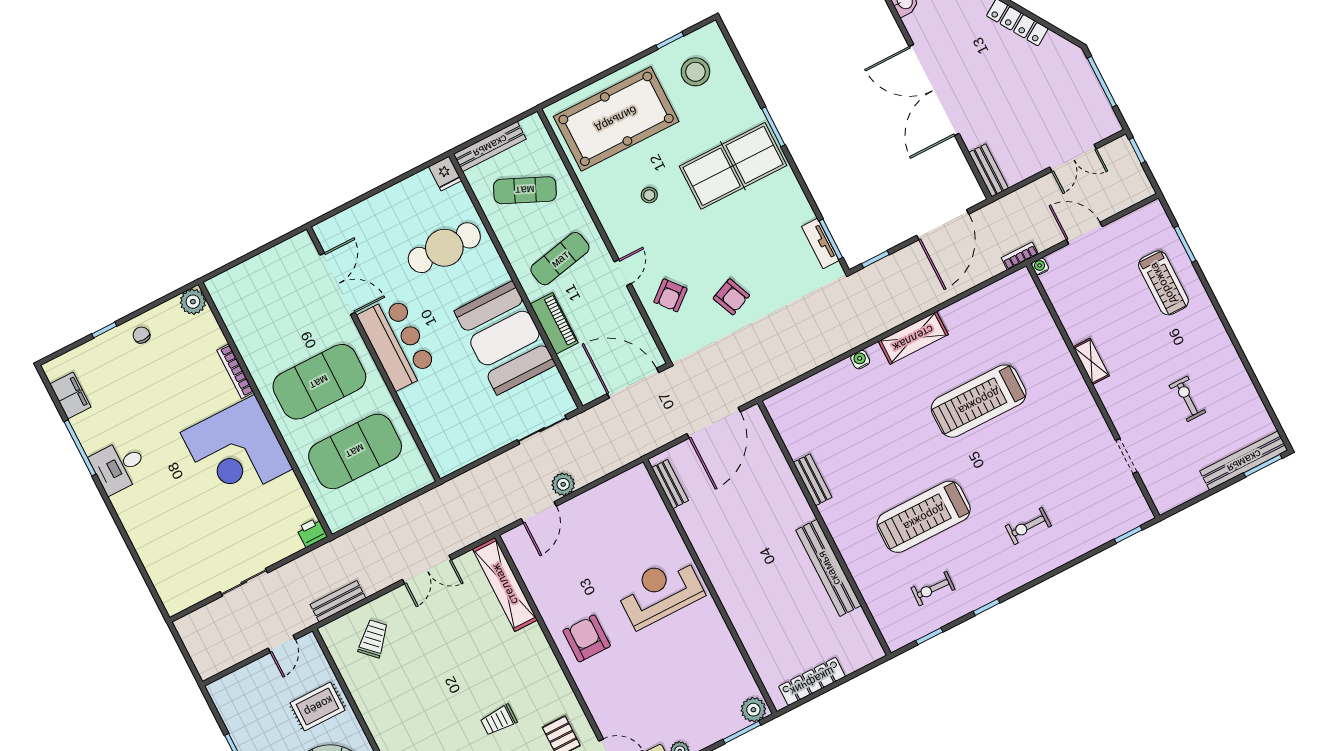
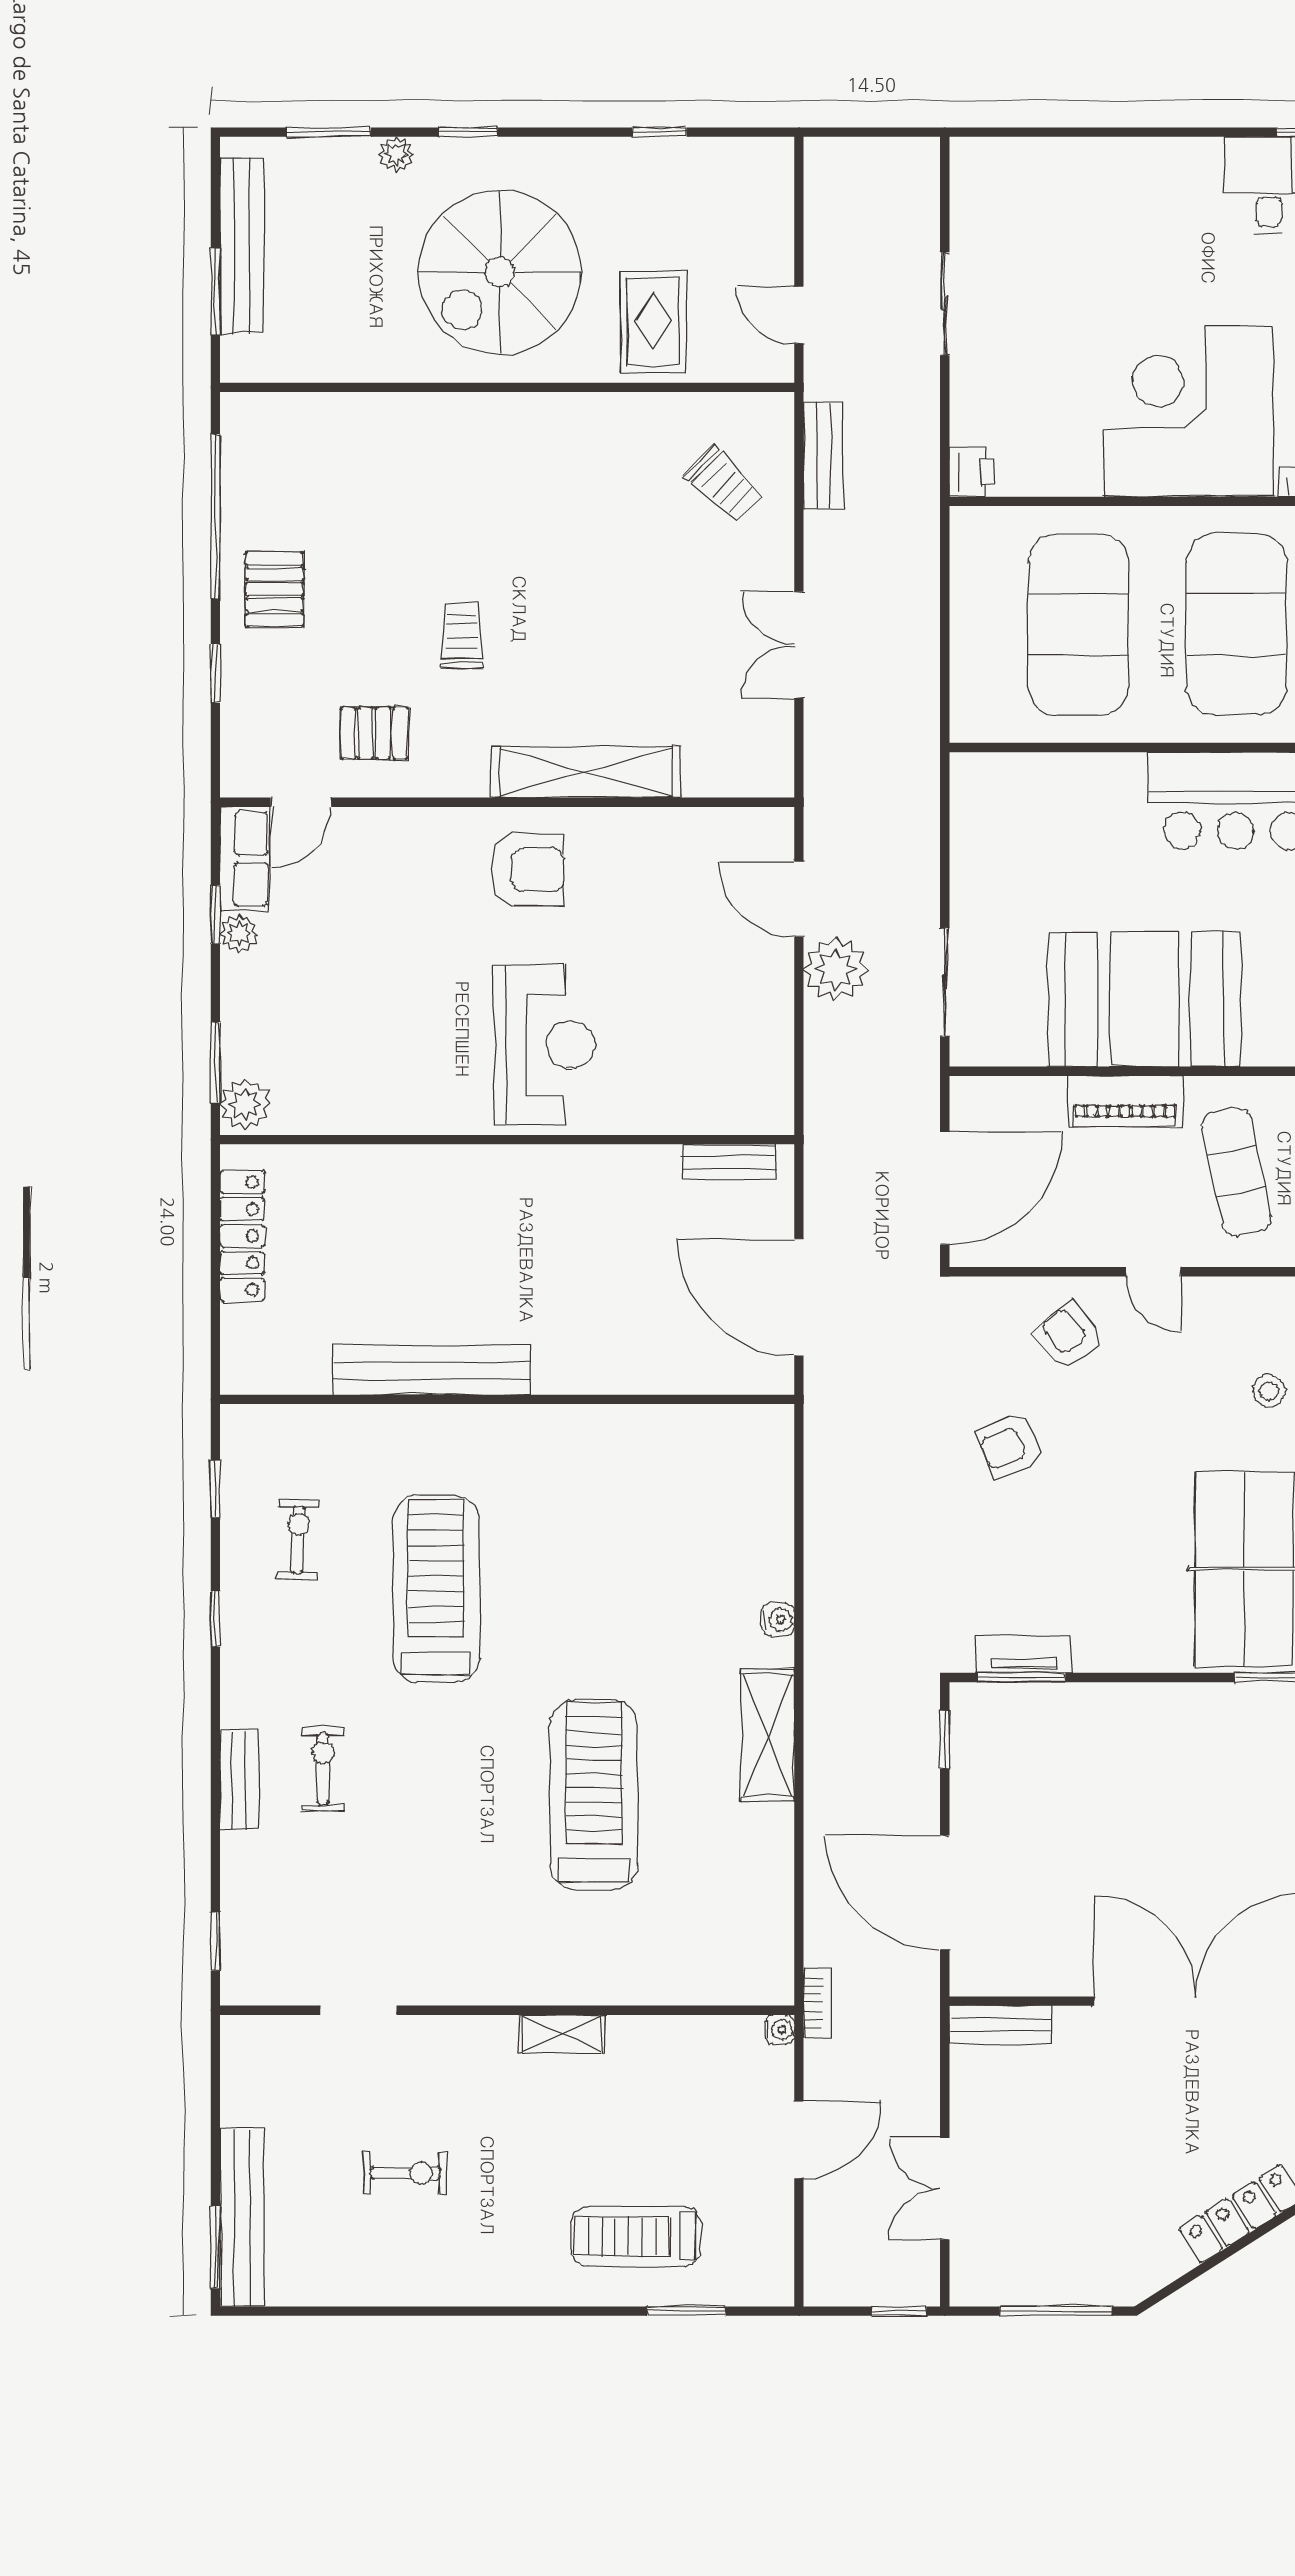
bench: (813, 480) -> (239, 1781), moved, turned 90
plant: (563, 484) -> (835, 969), width x1.36, depth x1.36
shelving: (505, 584) -> (586, 772), moved

